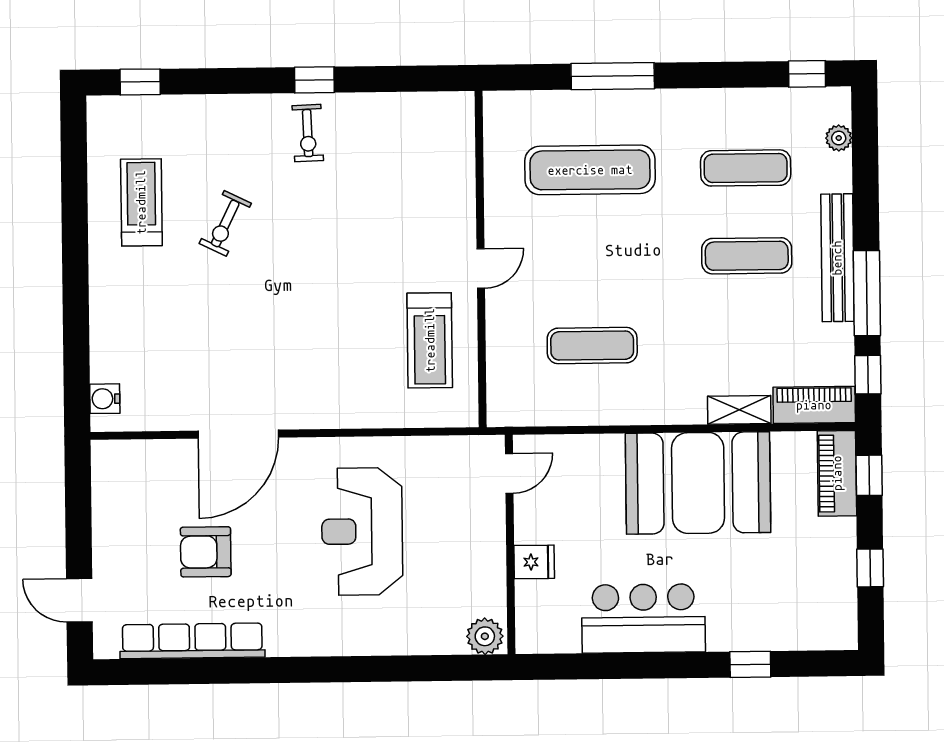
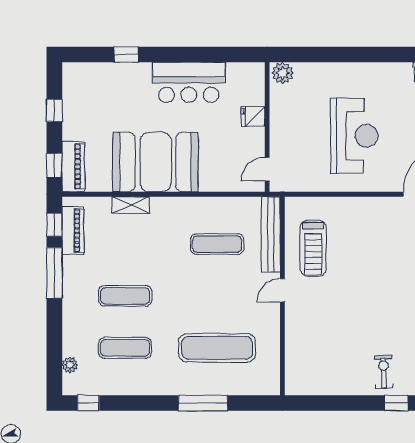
window: (314, 80) -> (396, 403), moved
bench: (837, 258) -> (271, 234), moved
treadmill: (430, 340) -> (313, 248), turned 180
piano: (814, 405) -> (73, 231), moved, turned -90

